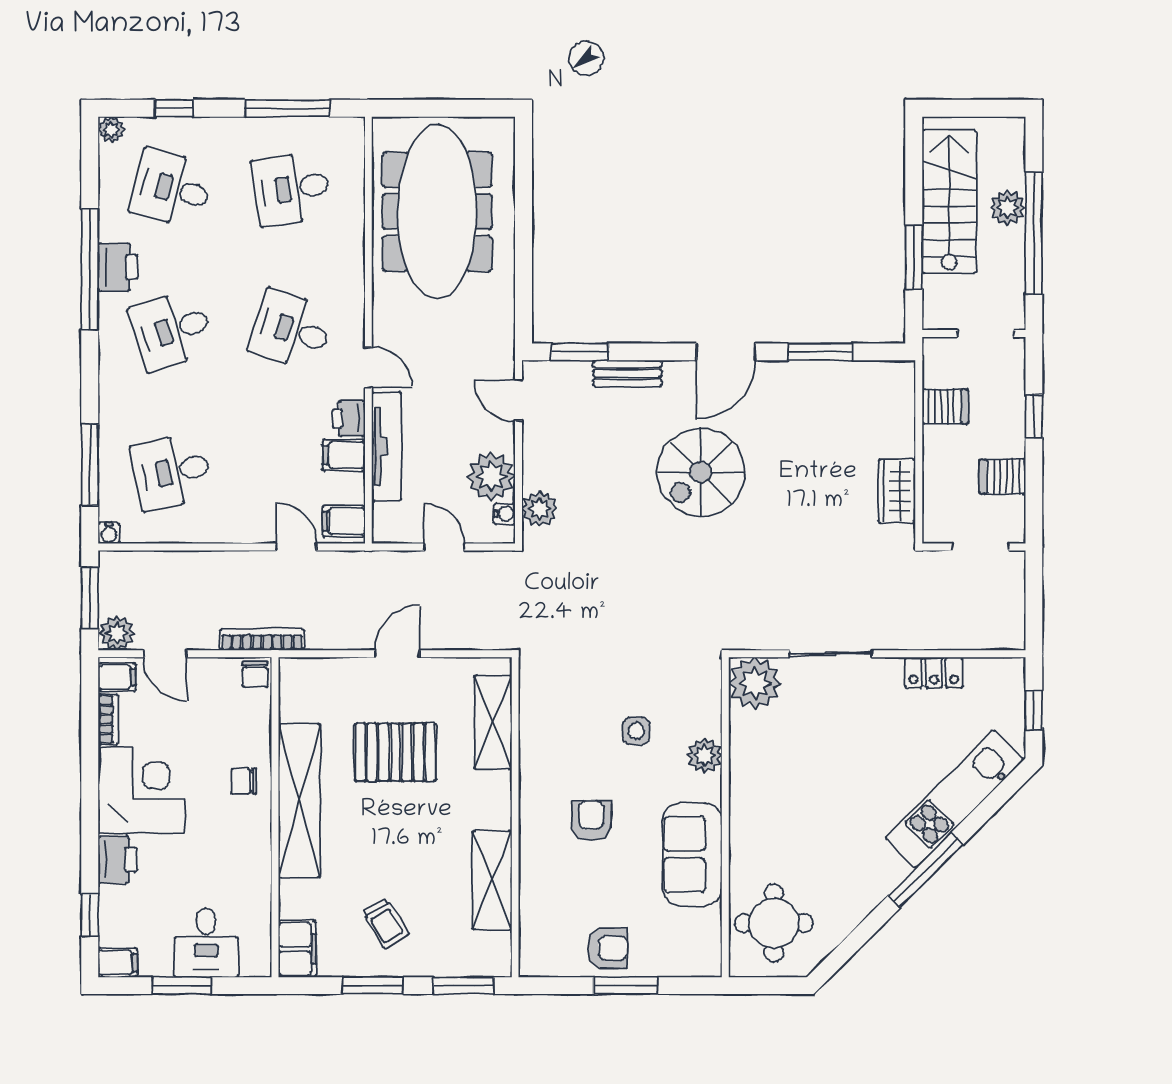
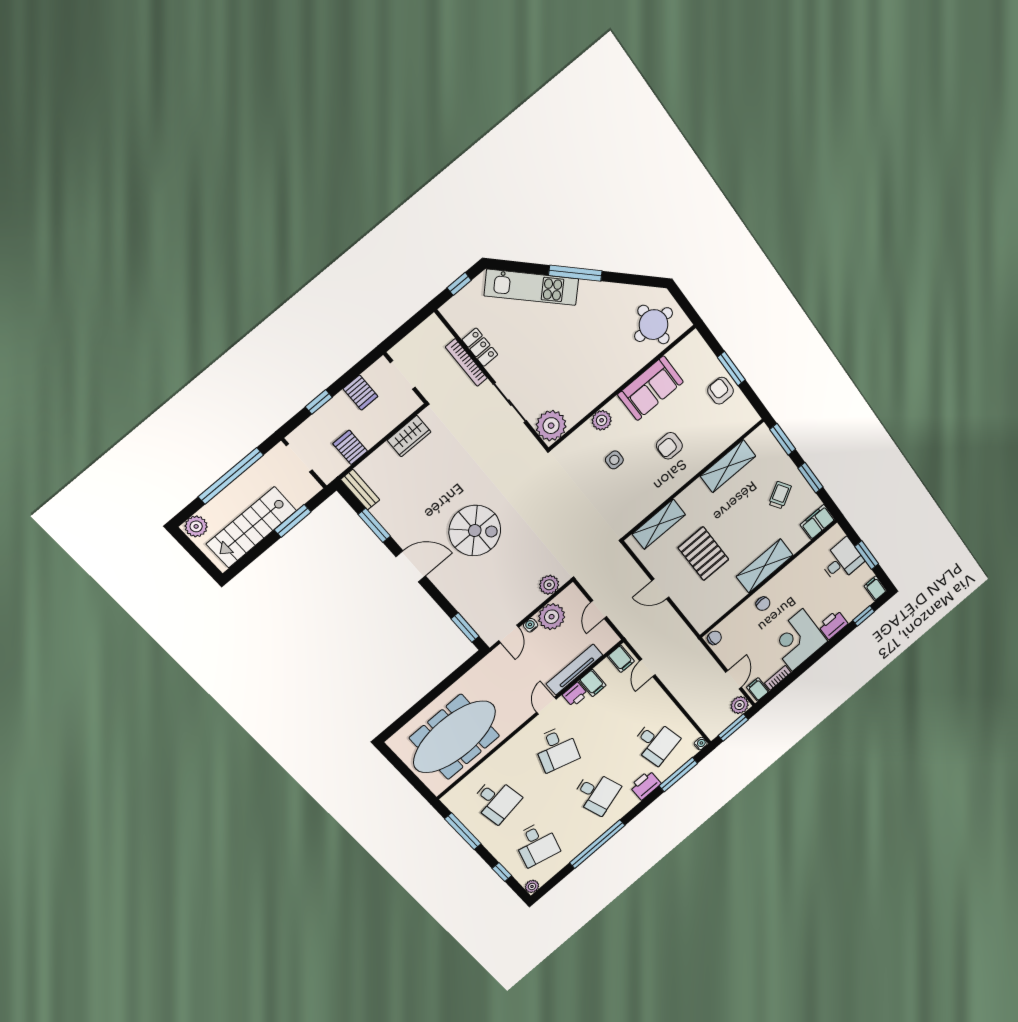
plant: (1008, 207) -> (196, 526), moved
printer: (118, 267) -> (645, 785), moved
bench: (628, 373) -> (360, 490), moved
water cooler: (504, 514) -> (531, 625), moved
bookcase: (262, 640) -> (466, 363), moved
shelving: (299, 801) -> (765, 566), width x0.68

